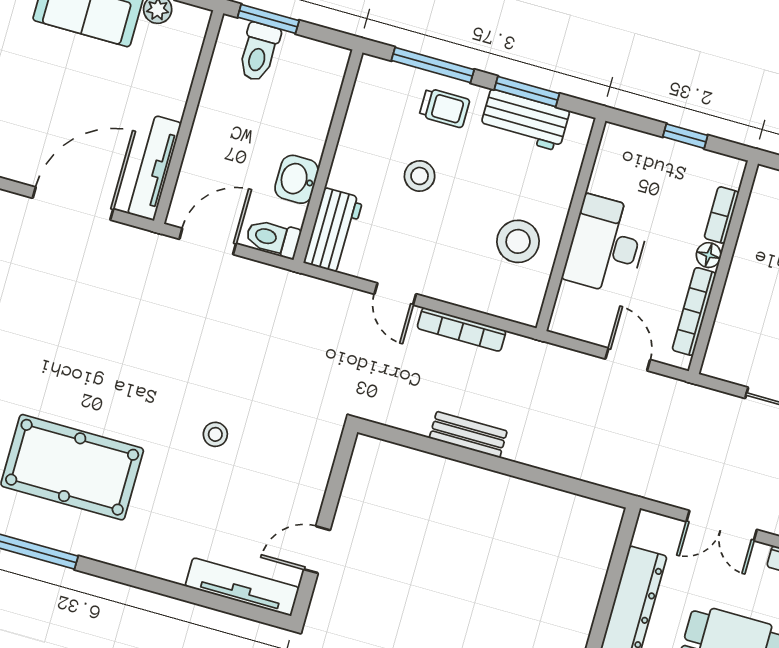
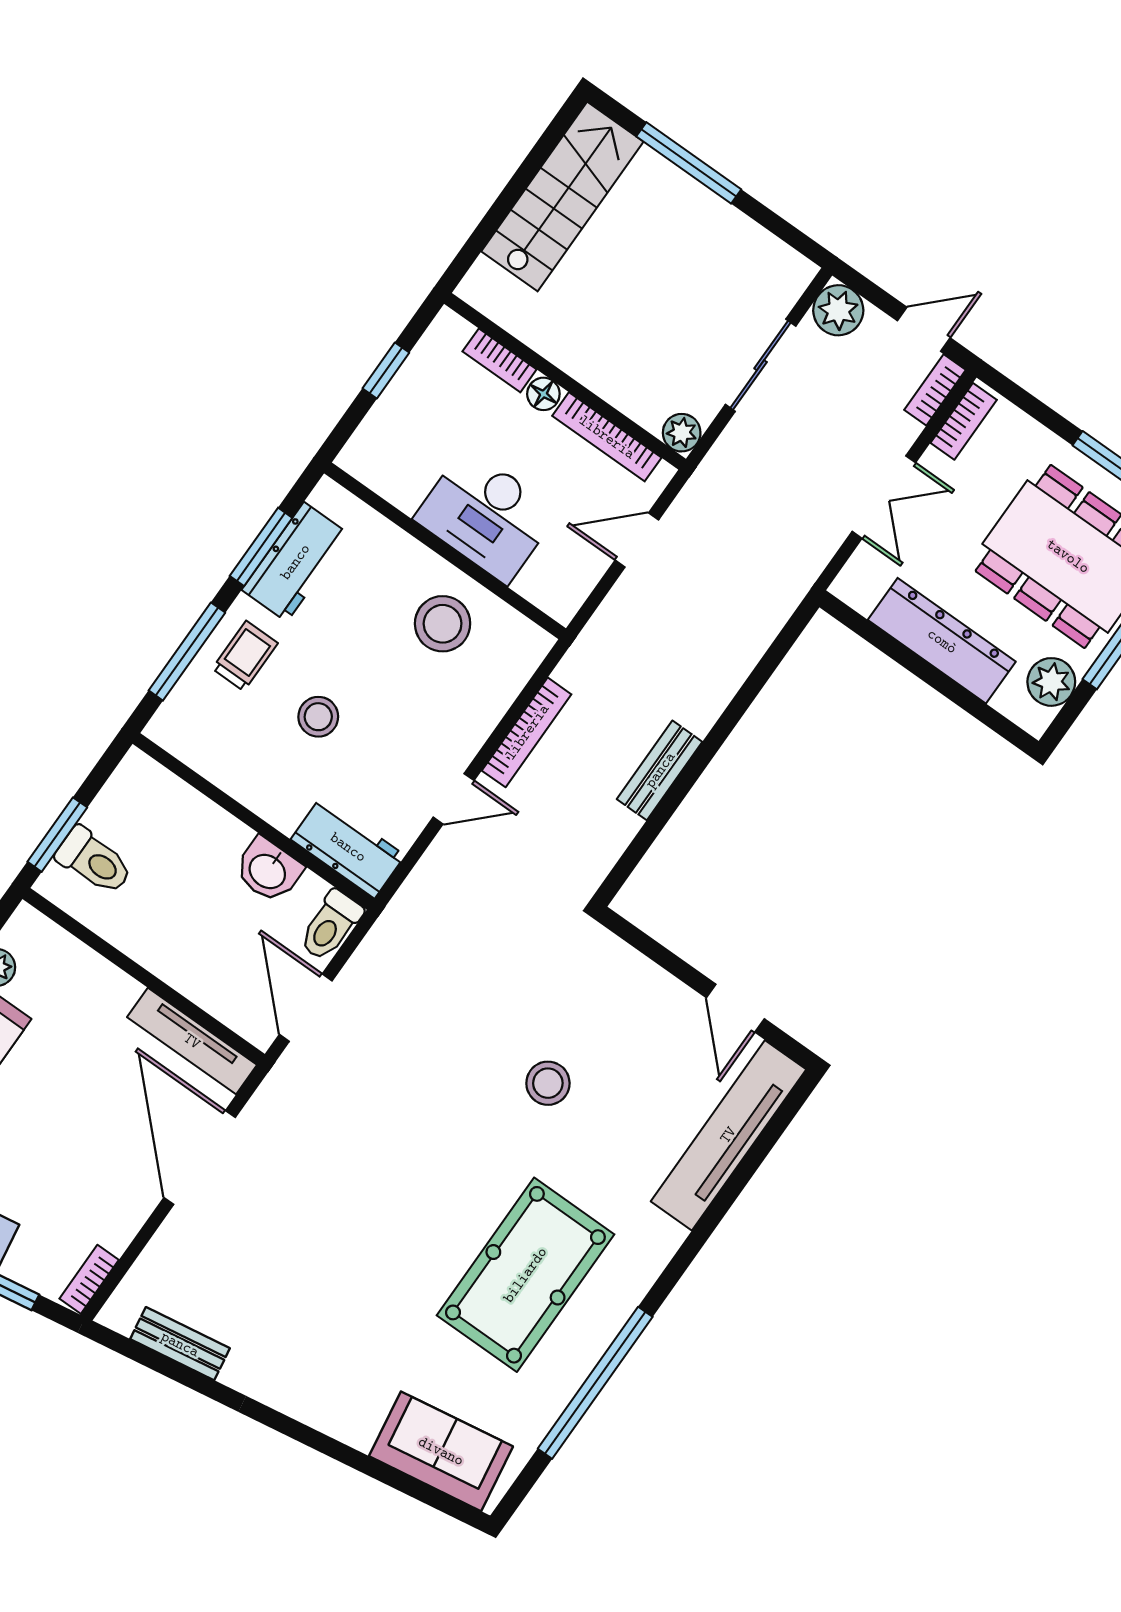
plant: (716, 364) -> (682, 433), added
stool: (215, 434) -> (548, 1083), width x1.37, depth x1.37
tv unit: (242, 587) -> (728, 1135), width x1.36, depth x1.29

